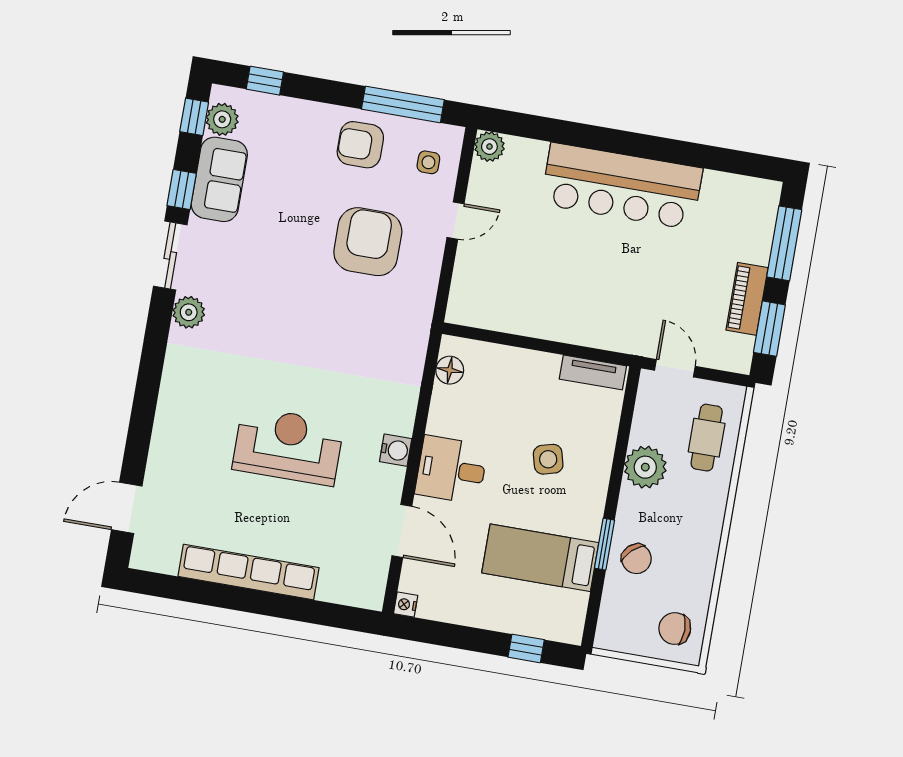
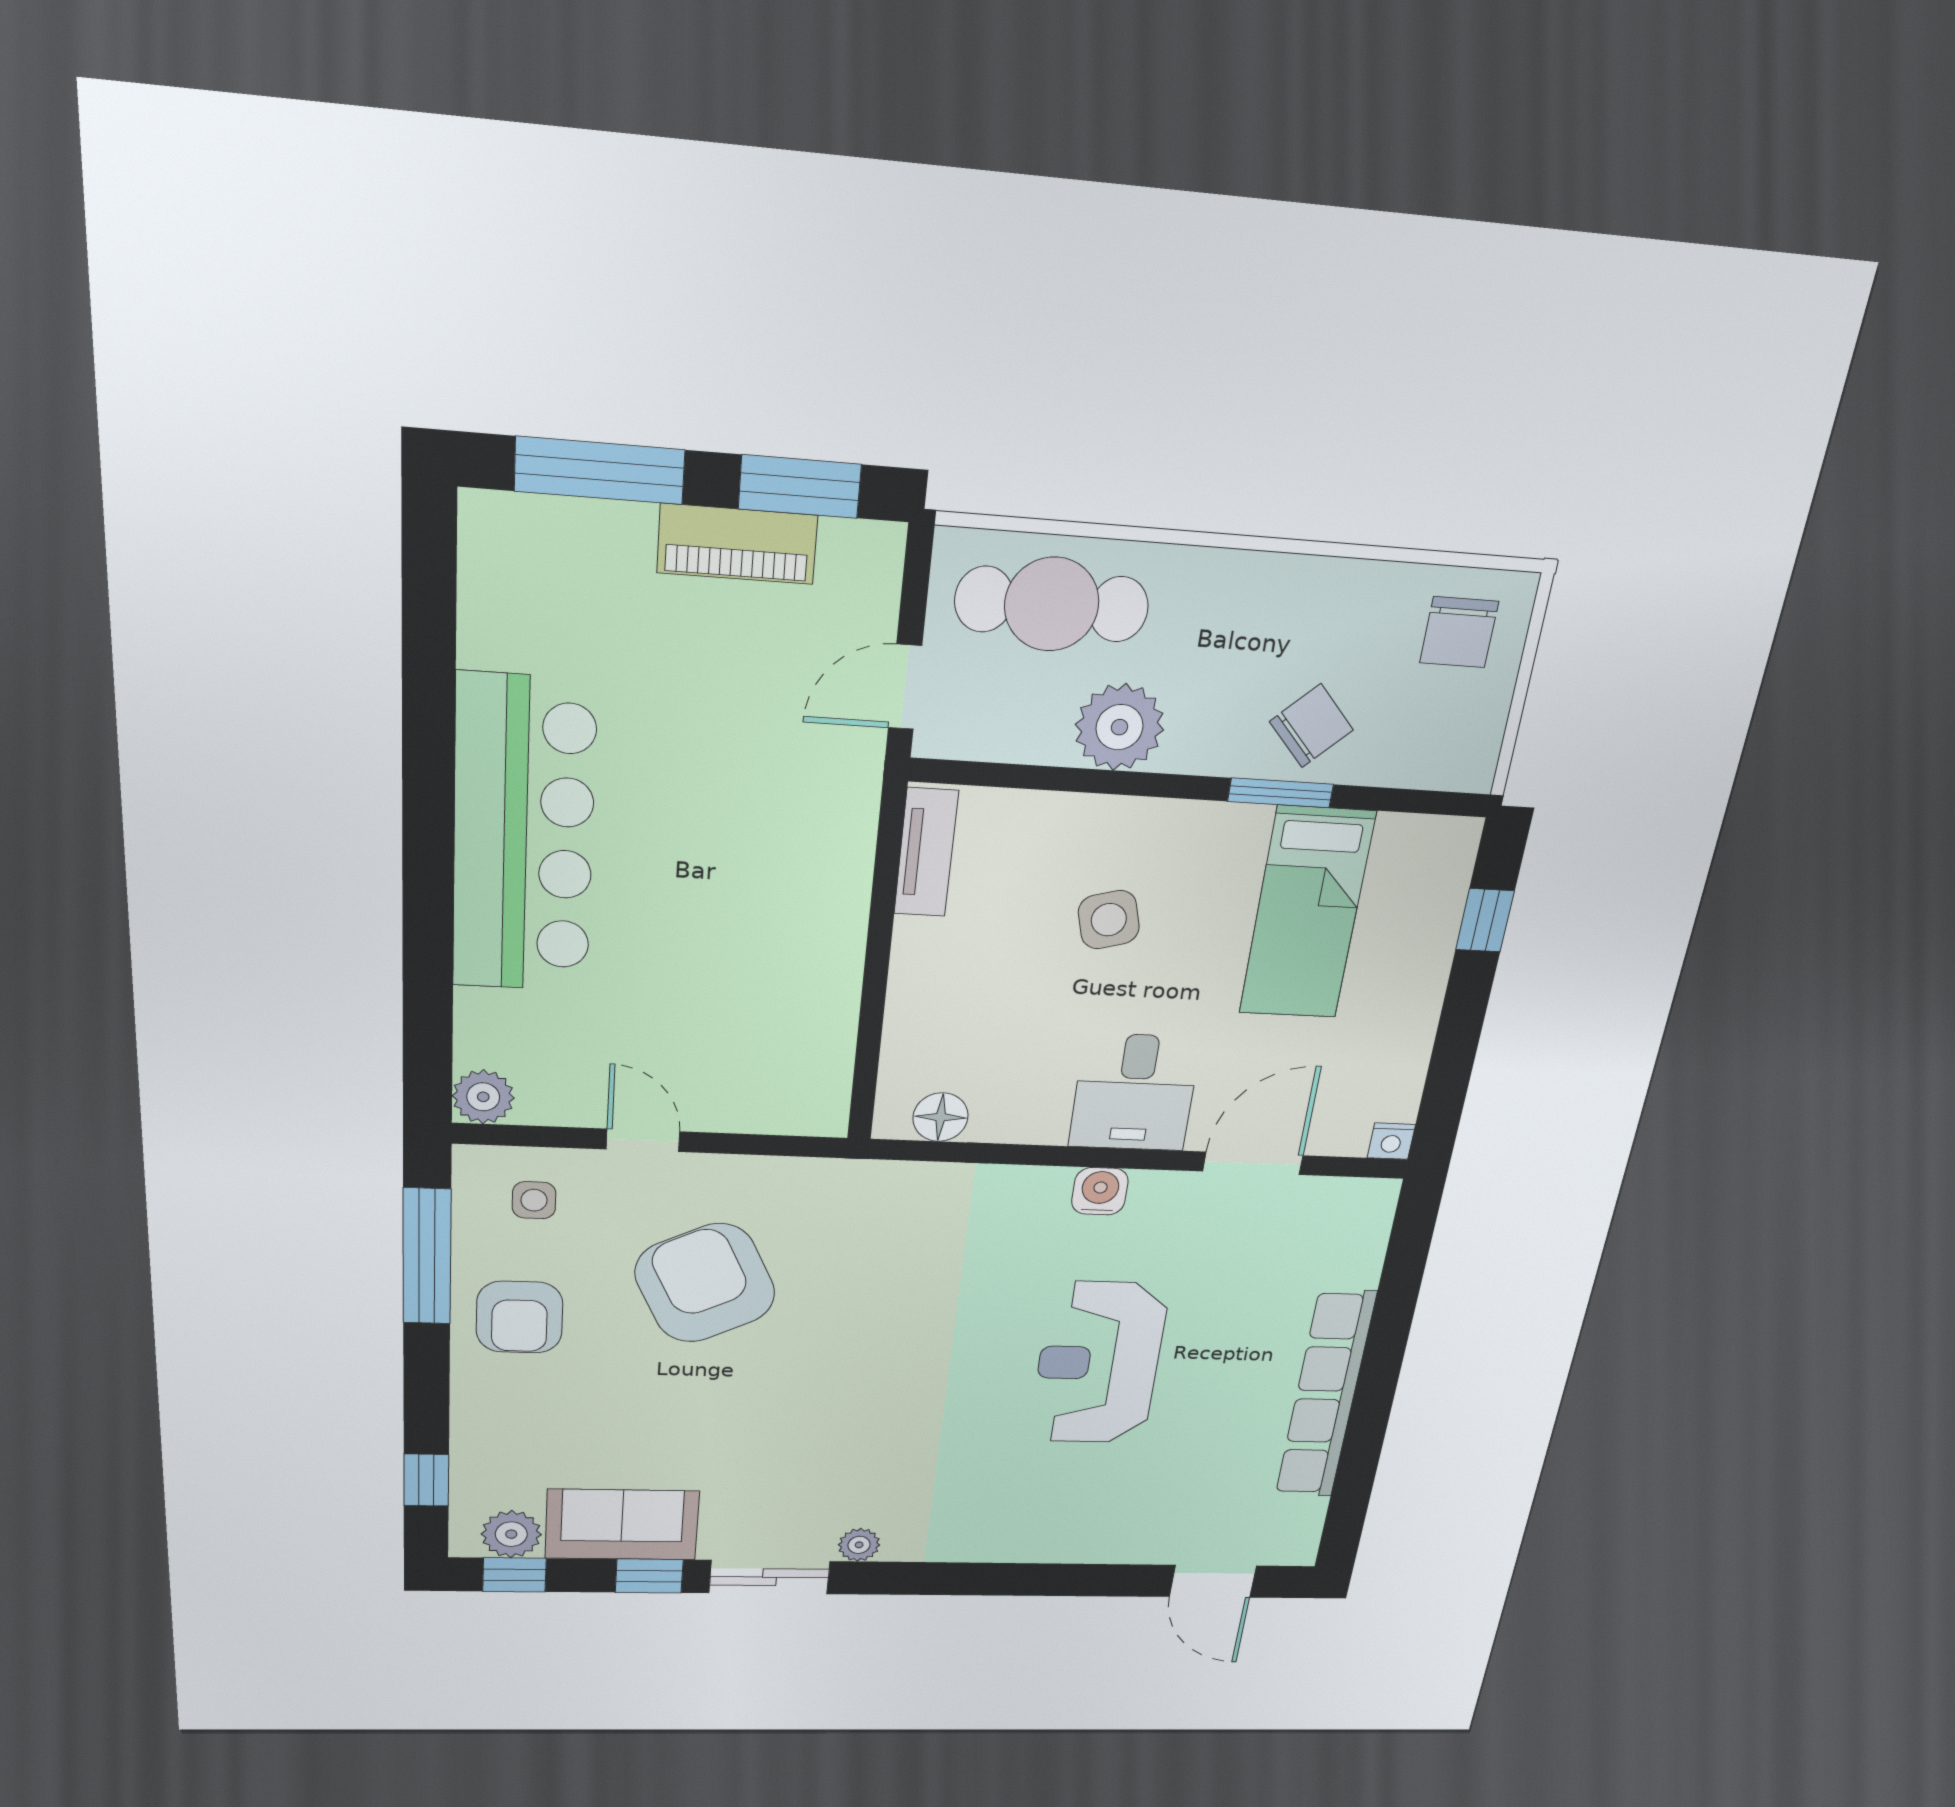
armchair: (368, 242) -> (705, 1283), turned 64
plant: (189, 312) -> (859, 1545), width x0.73, depth x0.73
cafe table: (707, 438) -> (1052, 604), width x1.37, depth x1.35

